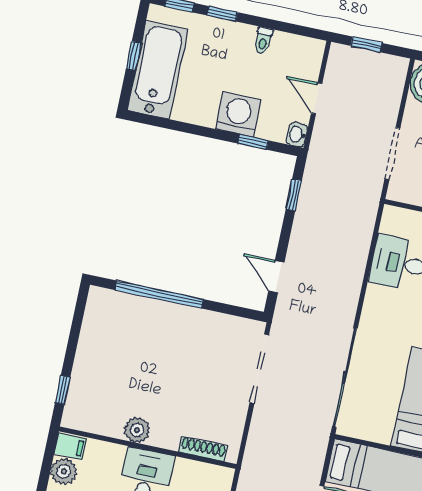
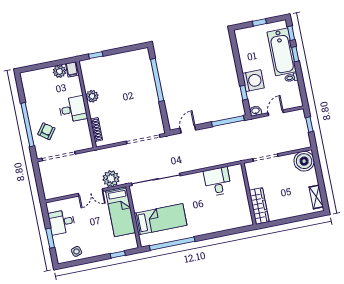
bathtub: (158, 70) -> (282, 52), moved, turned 90
window: (294, 195) -> (228, 121), width x2.17
plant: (307, 461) -> (111, 179), added

